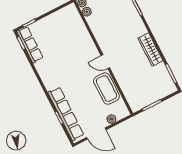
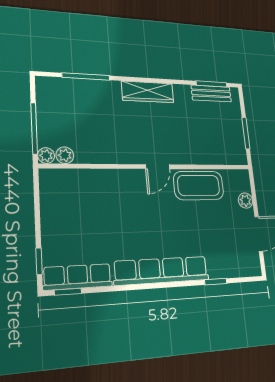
wardrobe: (150, 50) -> (148, 92), moved
bench: (165, 76) -> (211, 93), added
row of seats: (66, 114) -> (162, 271), moved

